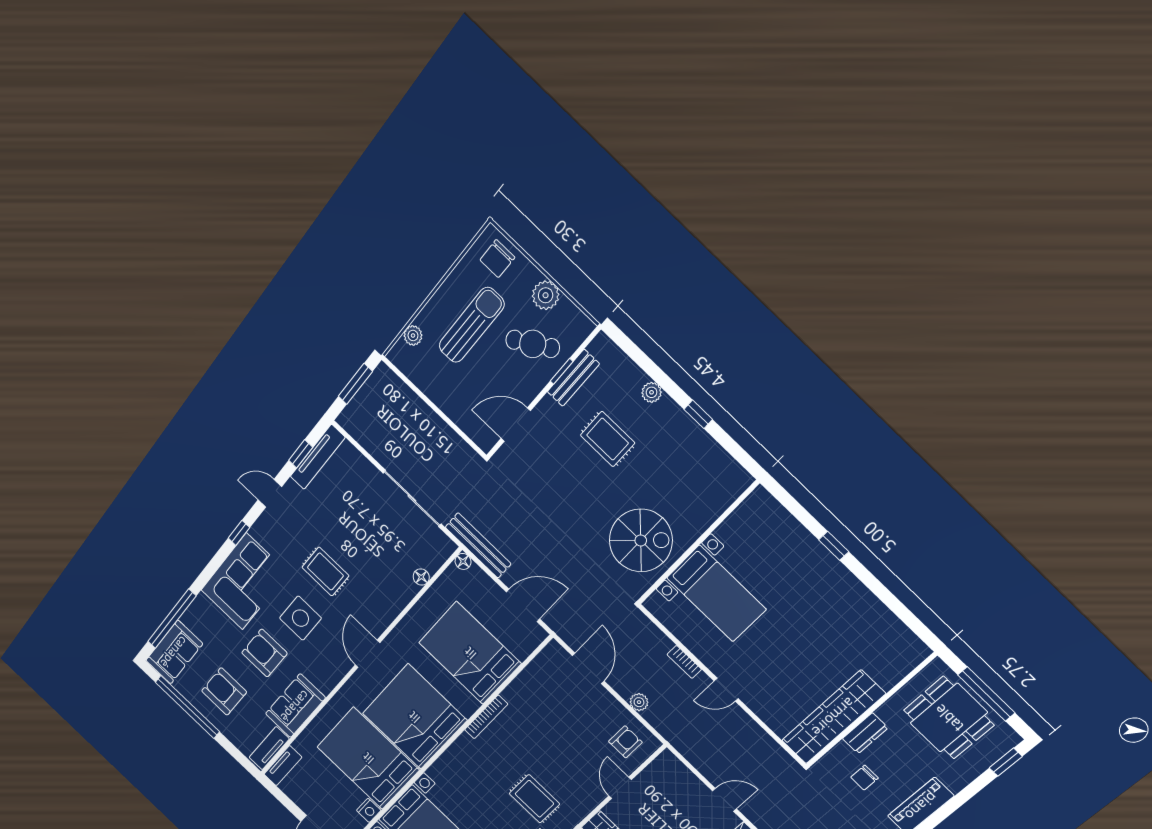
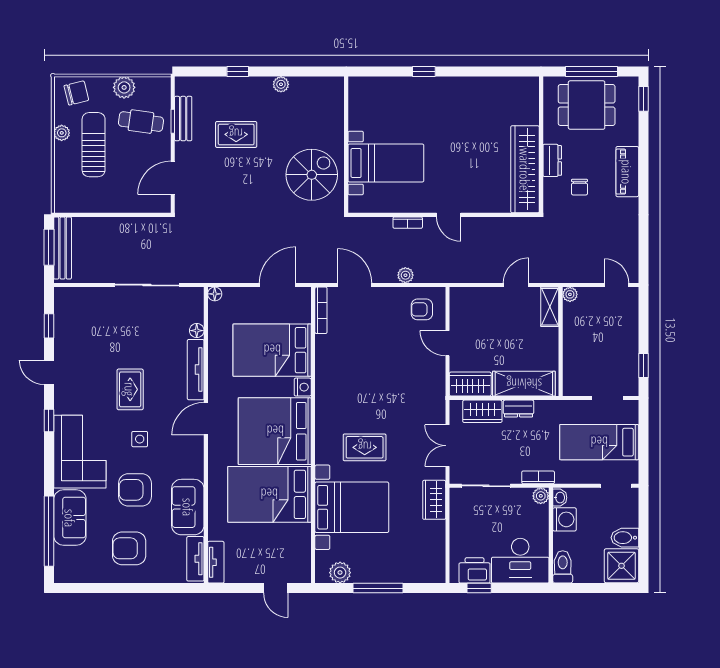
chair: (497, 259) -> (76, 93), turned -104
plant: (413, 335) -> (62, 133), moved
cafe table: (533, 344) -> (141, 122), turned 38
plant: (652, 392) -> (281, 84), moved
window: (698, 414) -> (238, 72), moved
tv unit: (318, 457) -> (196, 370), moved, turned 180
door: (270, 493) -> (49, 372), hinge flipped
bench: (478, 545) -> (63, 248), moved, turned 90
rug: (325, 572) -> (130, 389), turned 90
side table: (301, 618) -> (140, 439), width x0.54, depth x0.54
sofa: (174, 652) -> (70, 518), moved
door: (367, 654) -> (206, 419), hinge flipped
door: (726, 690) -> (449, 215), hinge flipped
window: (187, 707) -> (112, 588), removed
bookcase: (486, 717) -> (321, 310), moved
armchair: (625, 742) -> (422, 309), turned -90
rug: (534, 799) -> (365, 447), moved
nightstand: (369, 810) -> (303, 387), moved

